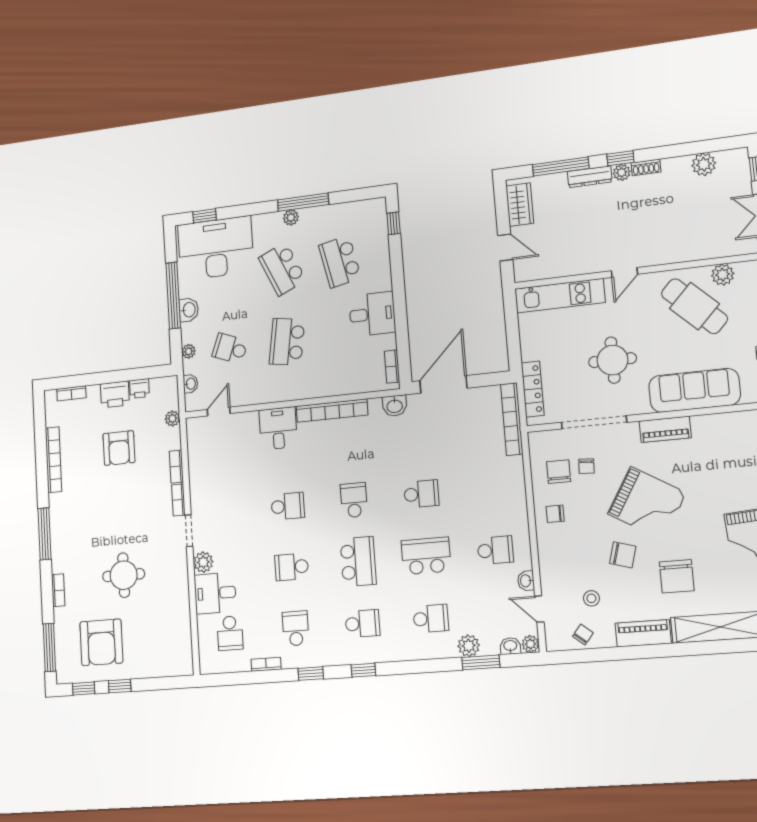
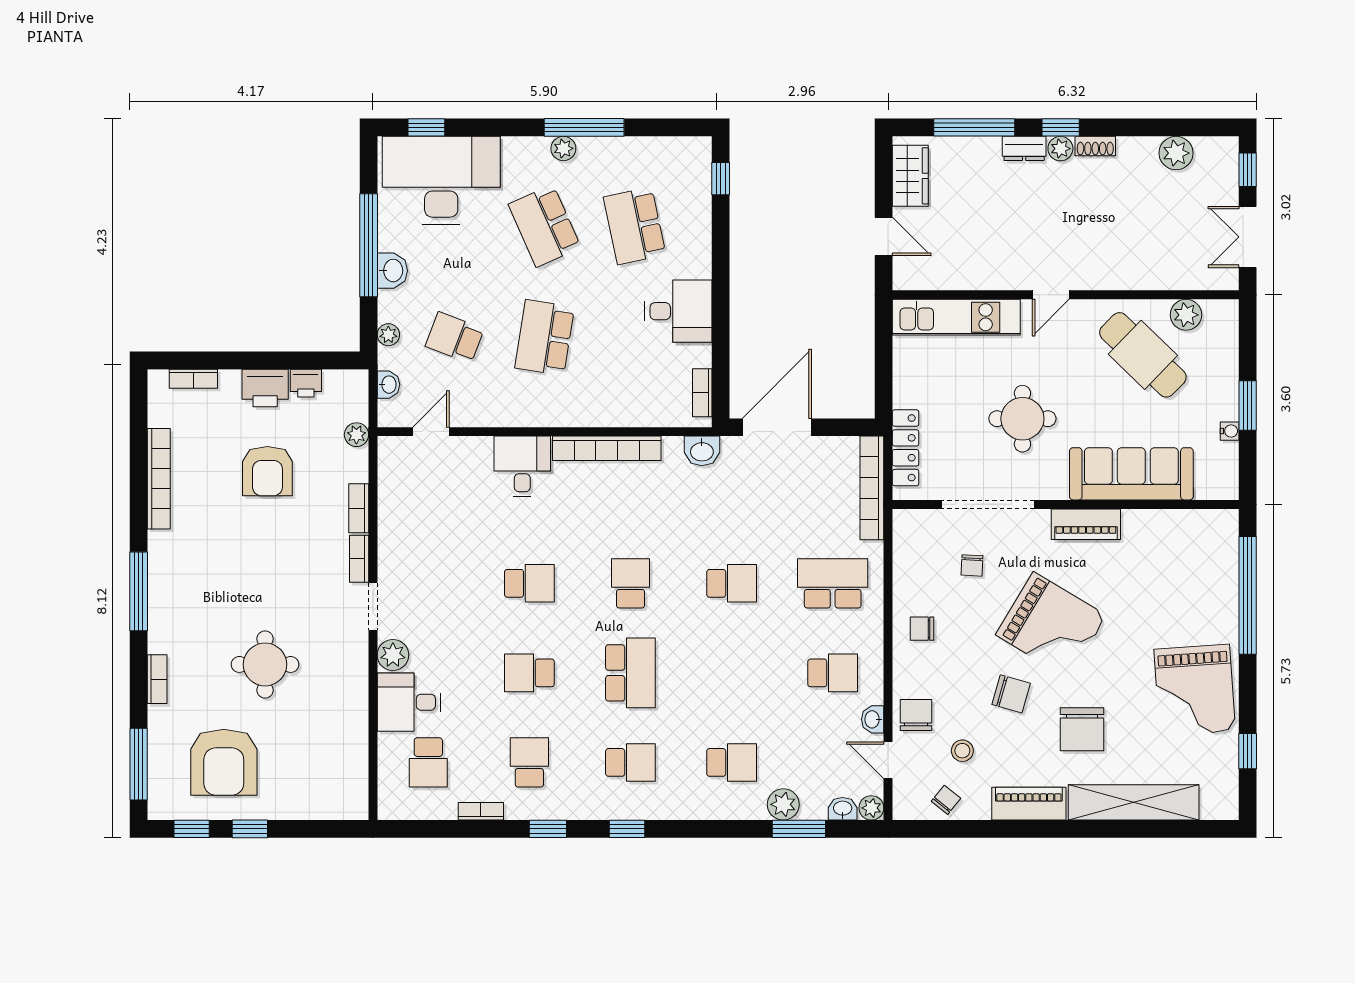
dresser: (590, 177) -> (1024, 148), width x0.70
chair: (559, 472) -> (916, 715), moved
school desk: (426, 556) -> (833, 583), moved

